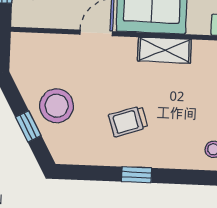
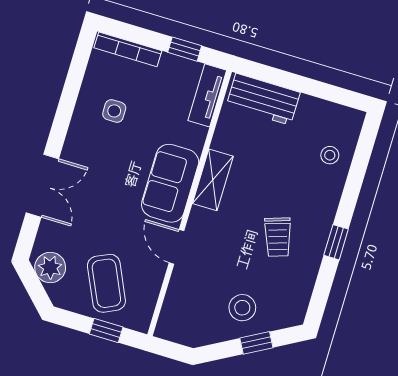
stool: (57, 106) -> (242, 308), width x0.73, depth x0.73

